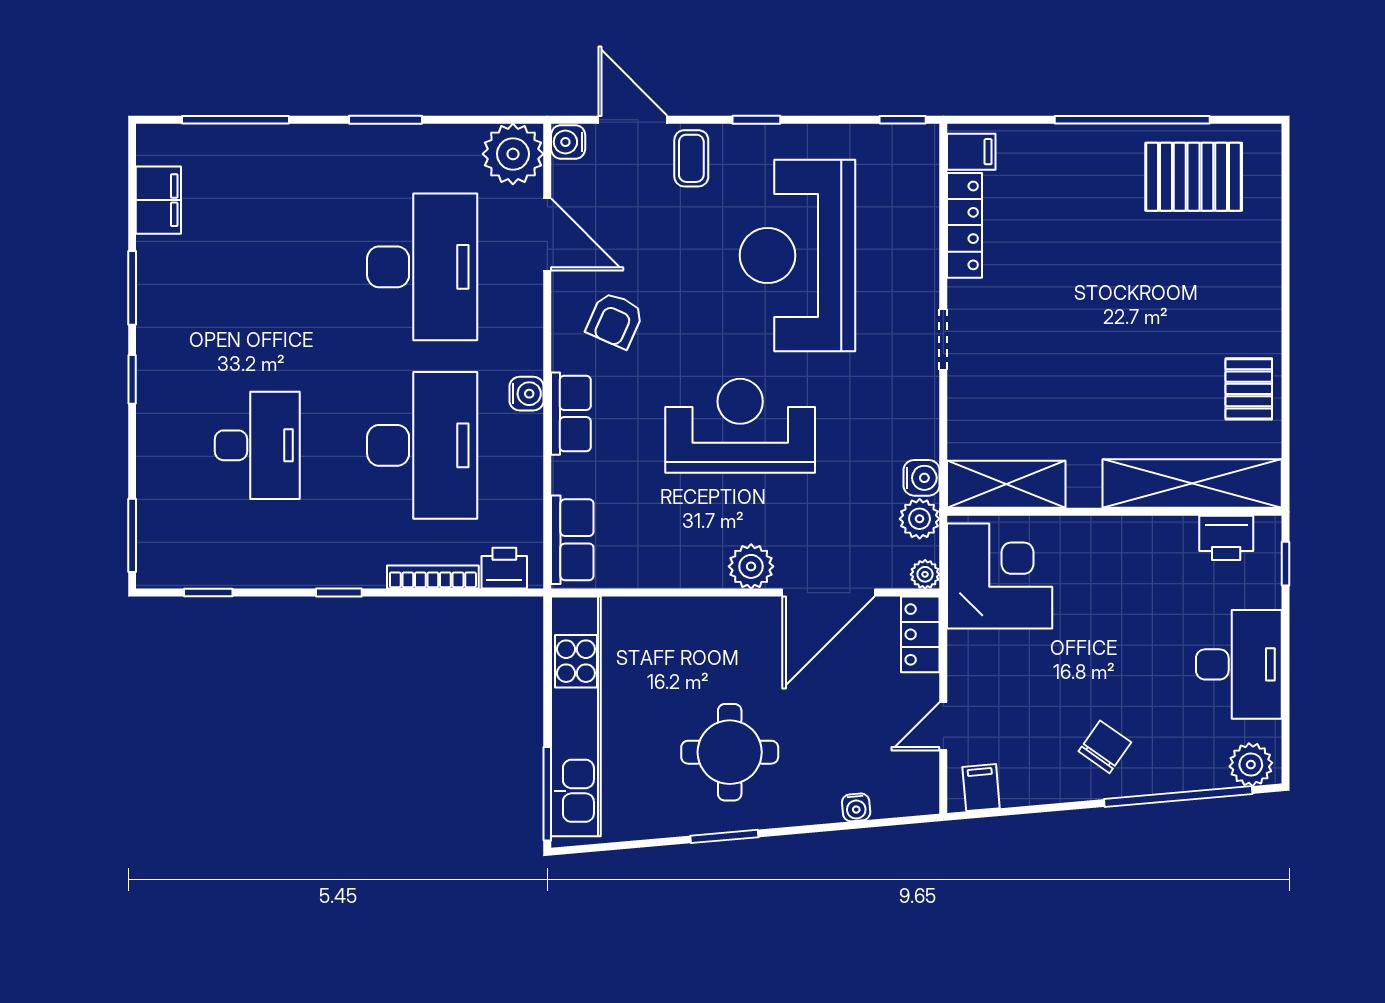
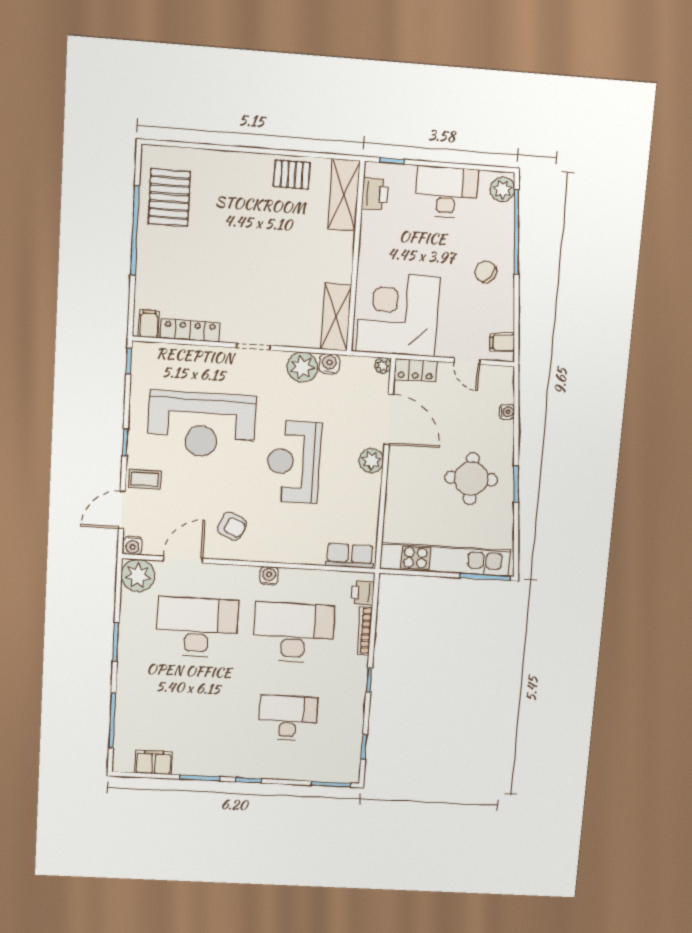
row of seats: (571, 414) -> (281, 553), removed
shelving: (1192, 484) -> (344, 195), width x0.68
plant: (920, 519) -> (302, 367), moved, width x1.36, depth x1.36
corner desk: (1000, 576) -> (398, 314), width x1.36, depth x1.36

